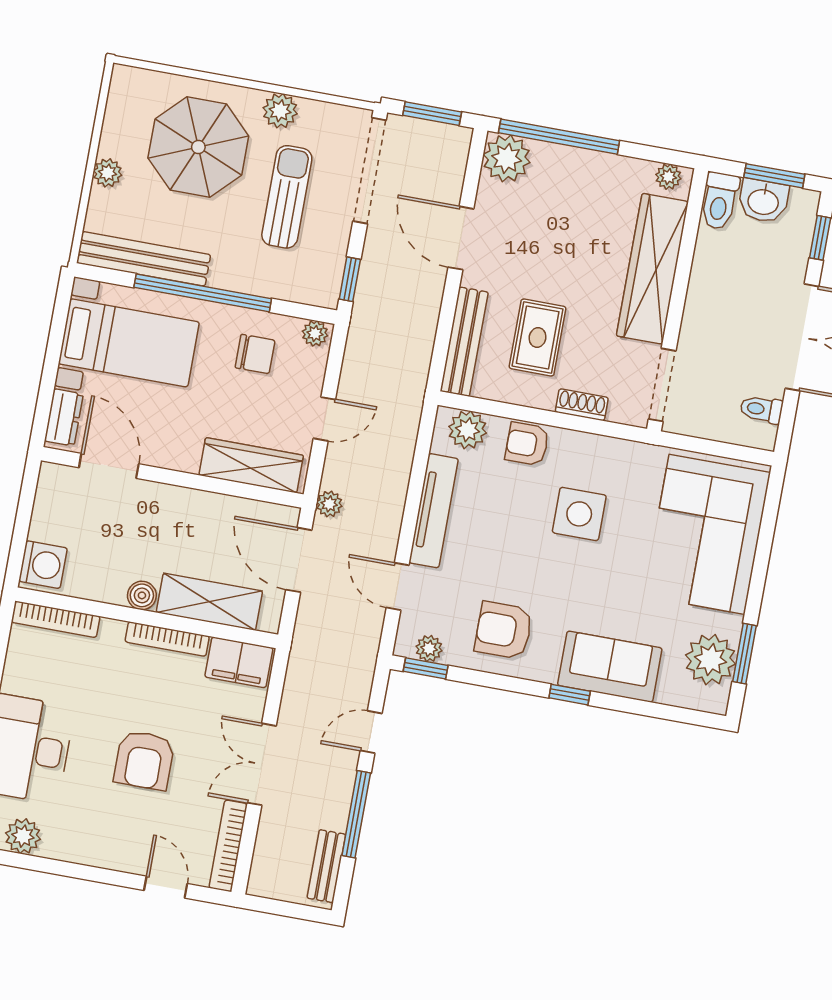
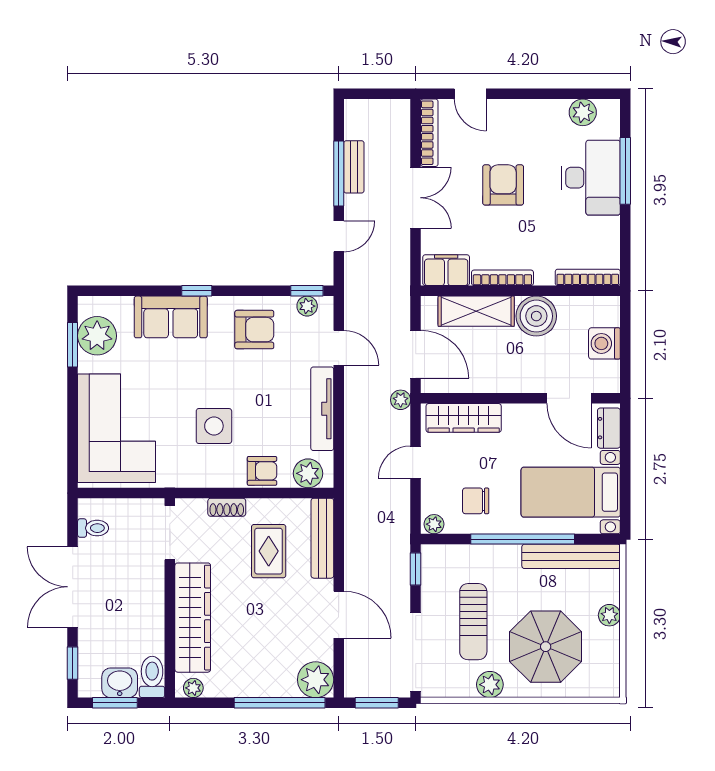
washing machine: (43, 565) -> (604, 343), moved
boiler: (142, 595) -> (536, 316), width x1.86, depth x1.86
bench: (326, 866) -> (354, 167), moved

